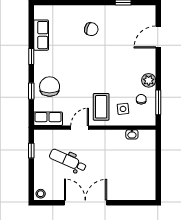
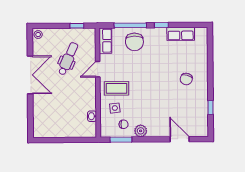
chair: (50, 87) -> (134, 42), turned 90
window: (31, 91) -> (130, 25), width x2.17
door: (80, 128) -> (98, 69), swing flipped

